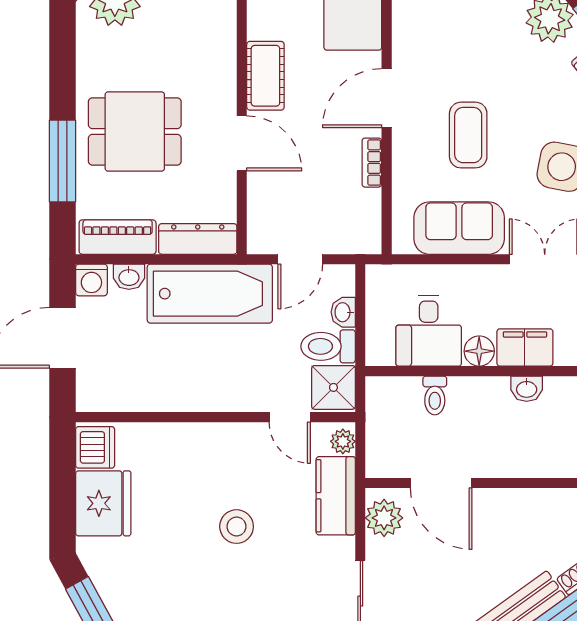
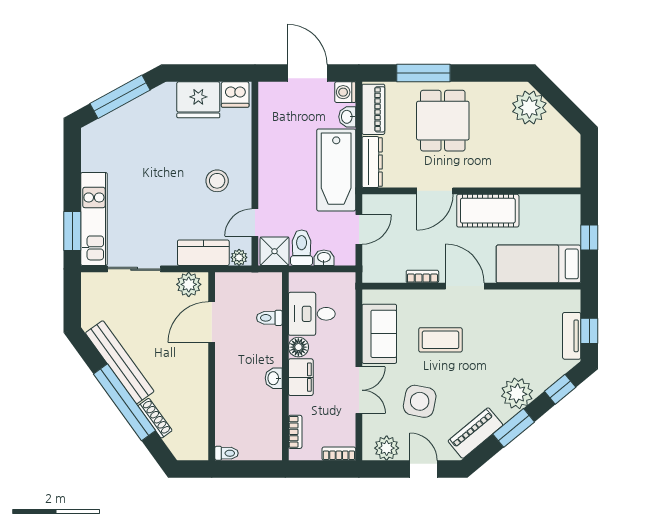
cot: (265, 76) -> (488, 211), width x1.37, depth x1.34
door: (300, 259) -> (359, 229), swing flipped
stool: (237, 527) -> (217, 181), moved

